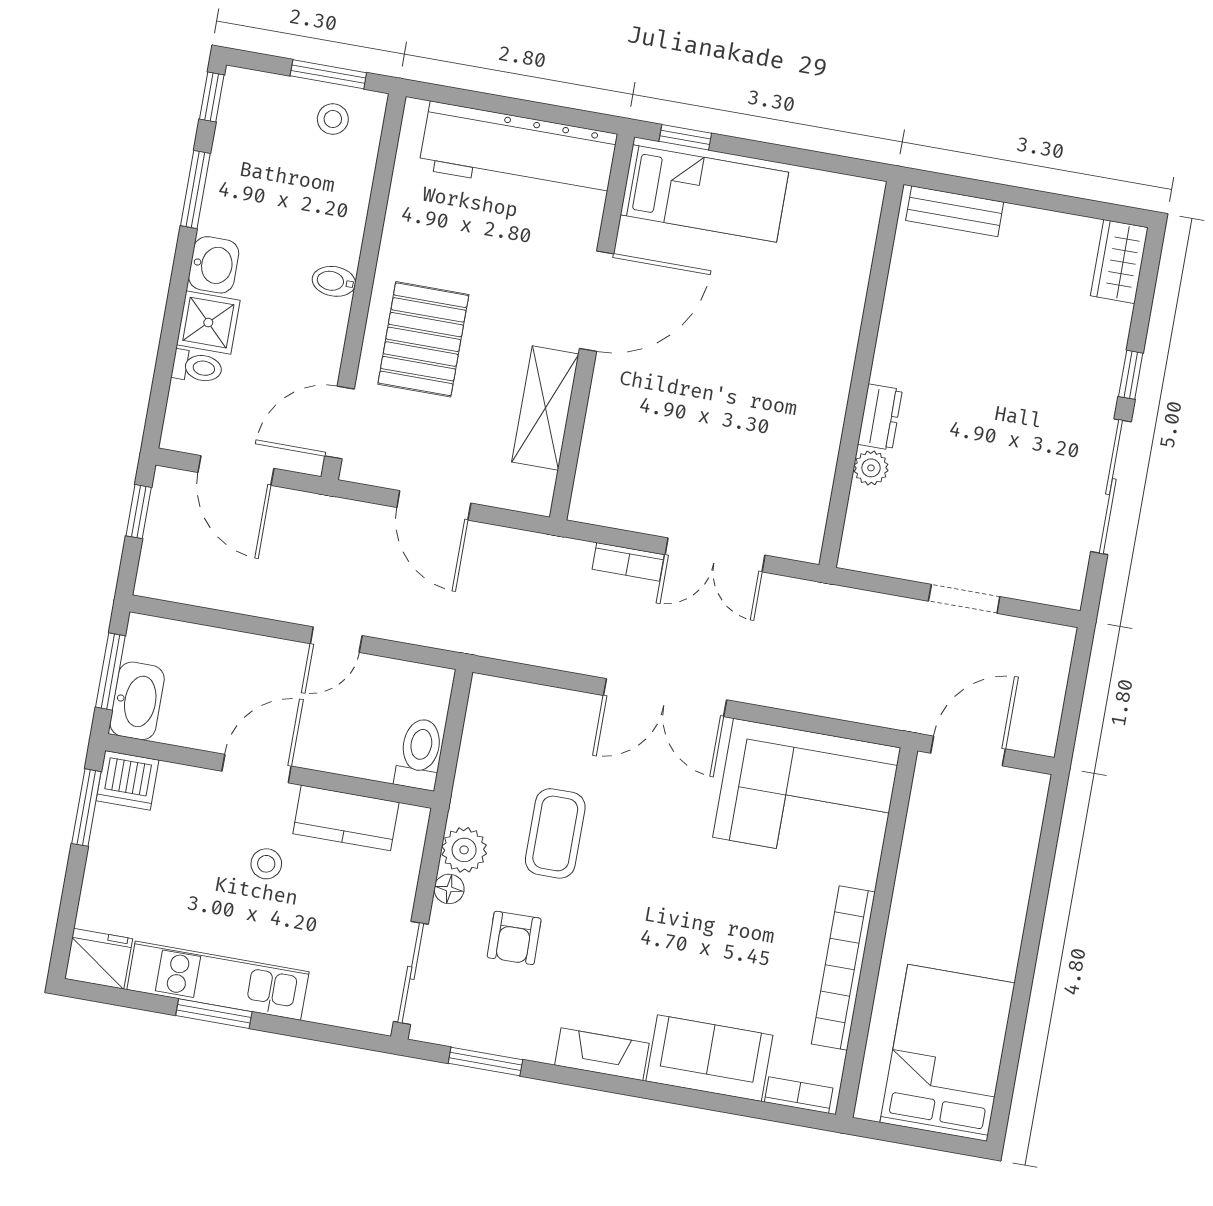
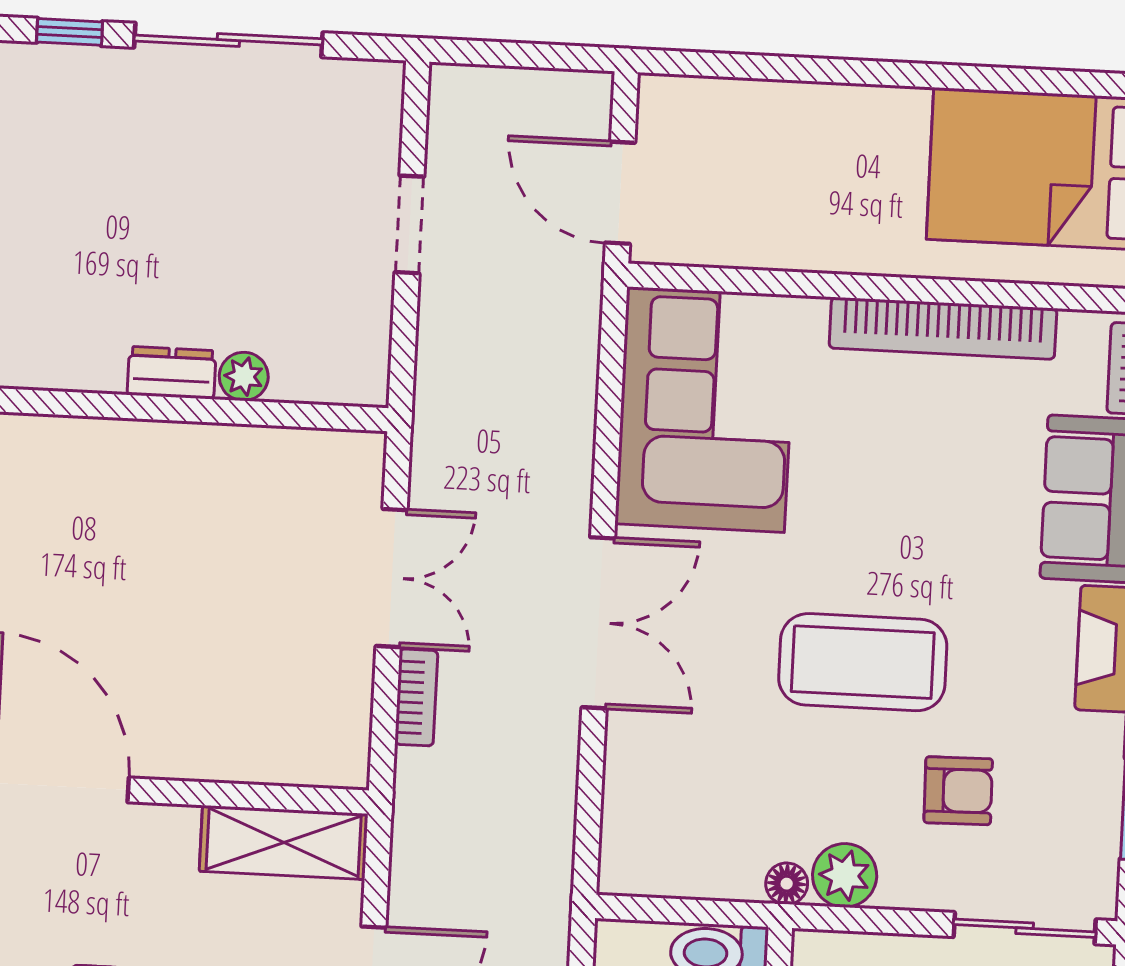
shelving: (545, 408) -> (284, 842), moved
coffee table: (555, 833) -> (863, 662), moved, width x1.36, depth x1.32
floor lamp: (449, 889) -> (787, 884), moved

